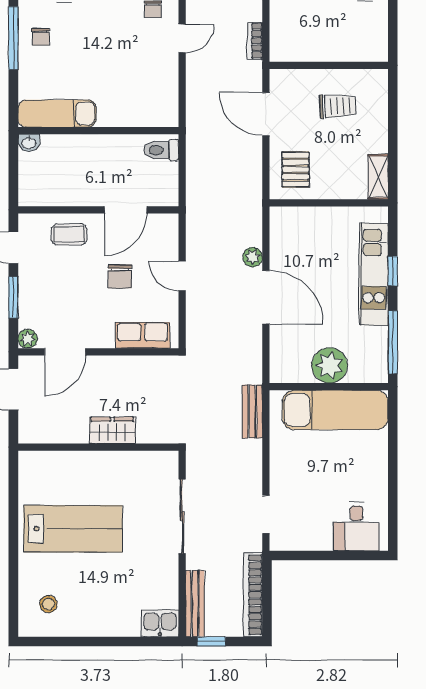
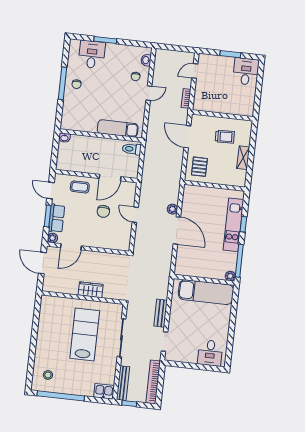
exam couch: (57, 113) -> (118, 128), moved
shelving: (378, 177) -> (243, 158), moved
row of seats: (143, 335) -> (57, 218), moved, turned 90
plant: (330, 365) -> (230, 276), moved, width x0.53, depth x0.53
bench: (252, 412) -> (161, 313), moved
lab bench: (73, 529) -> (85, 334), moved, turned -90
window: (78, 642) -> (61, 396), added

